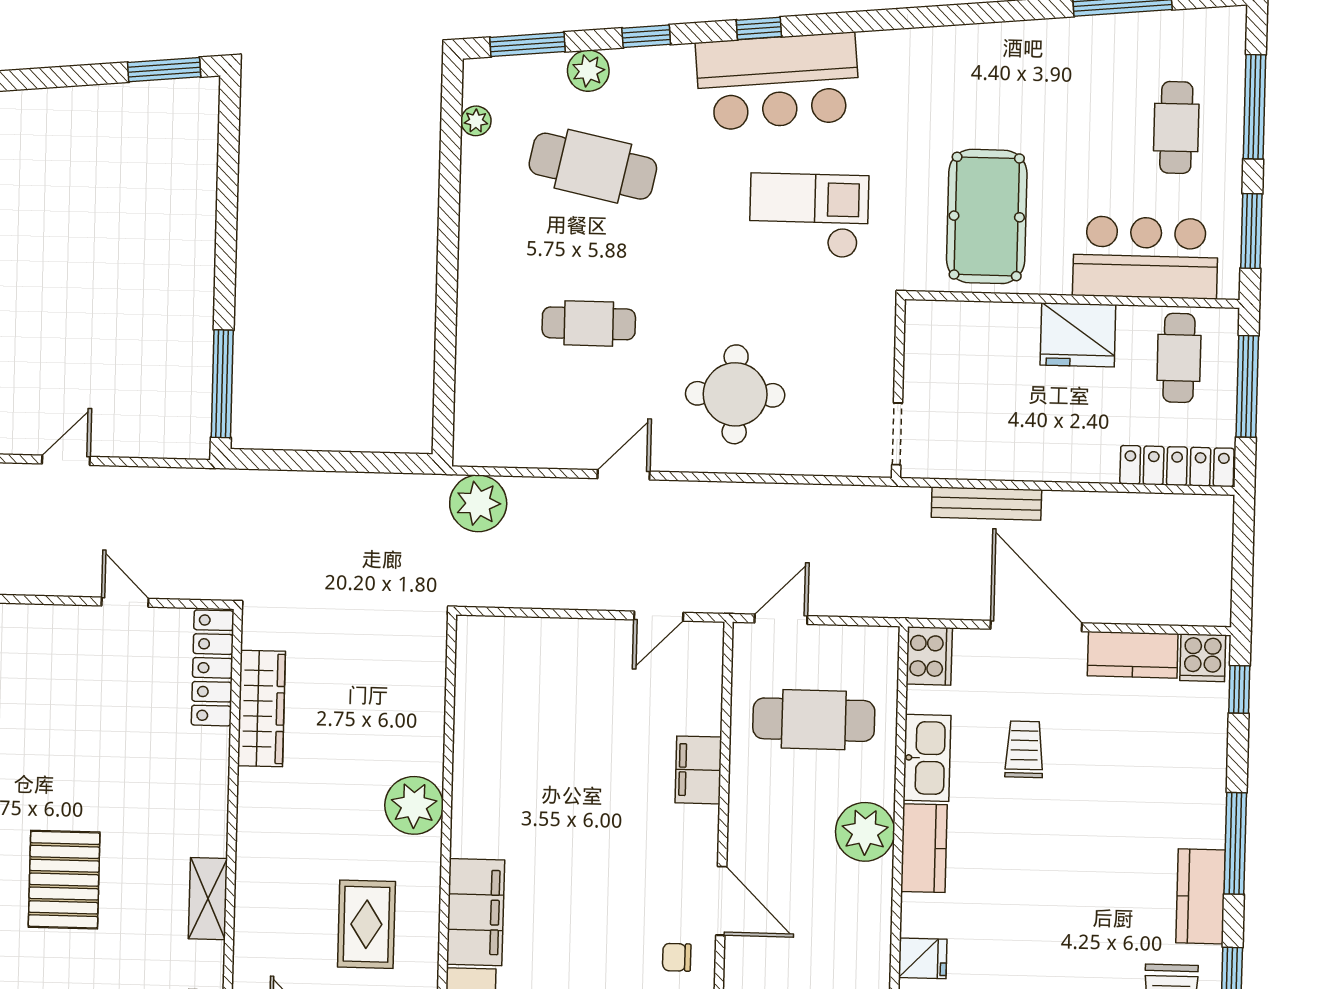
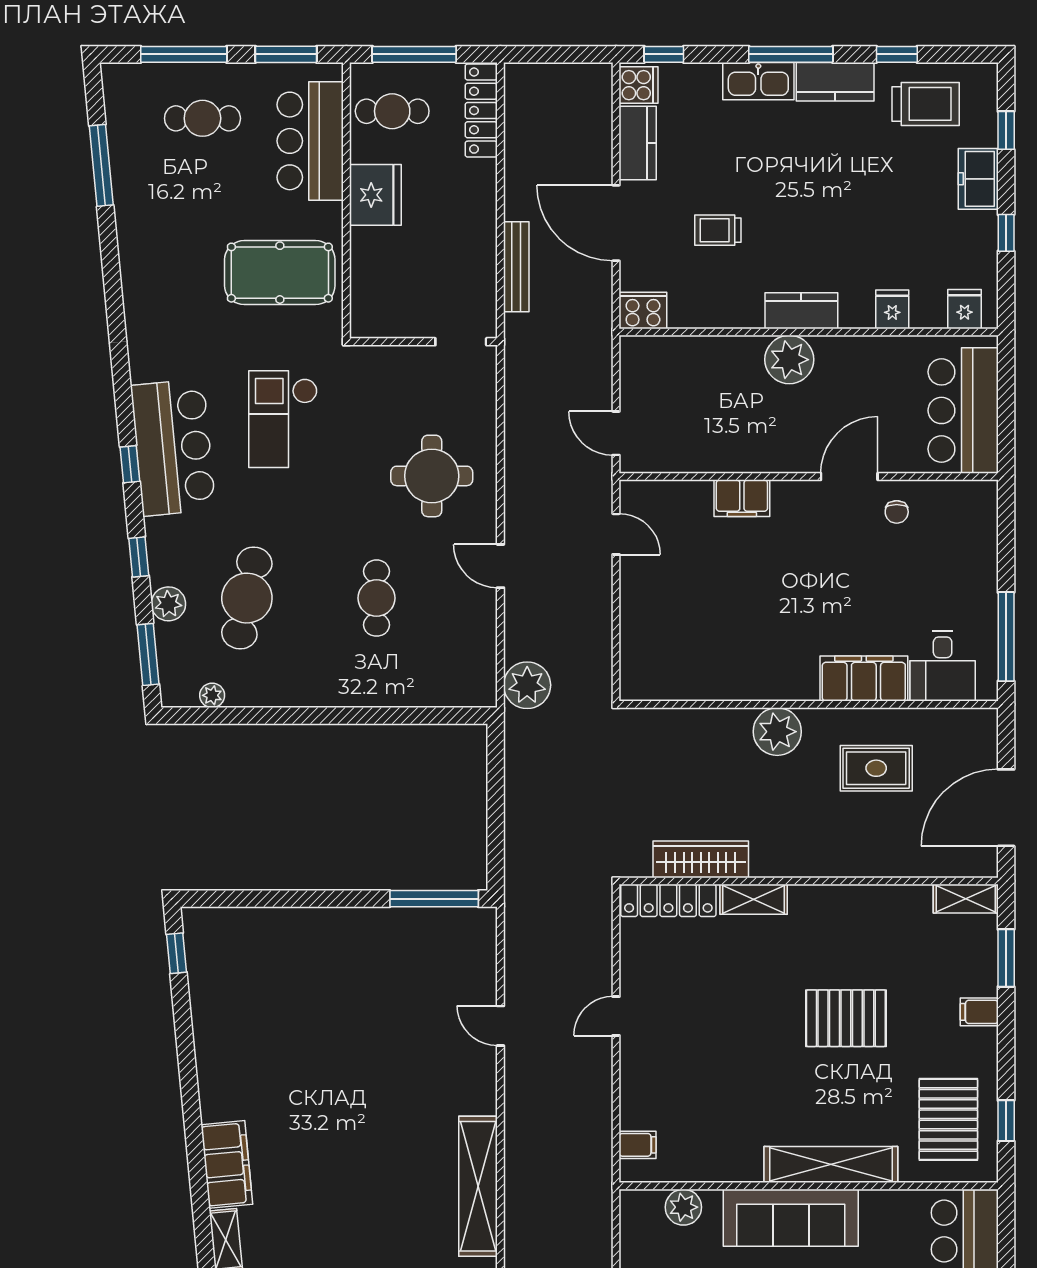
window: (164, 70) -> (177, 953), width x0.67
door: (125, 602) -> (616, 1016), moved
door: (1036, 626) -> (616, 223), hinge flipped
cafe table: (814, 720) -> (698, 404), removed
kitchen sink: (927, 758) -> (758, 81), moved, turned 180
shelving: (208, 899) -> (754, 899), moved

